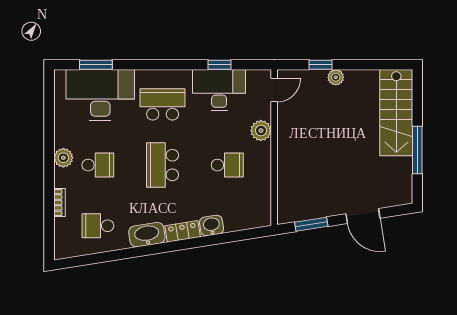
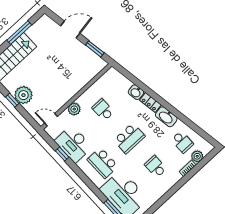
window: (320, 65) -> (12, 100), moved
plant: (336, 77) -> (23, 95), width x1.87, depth x1.87
plant: (63, 158) -> (197, 156), moved
door: (363, 216) -> (70, 30), hinge flipped

